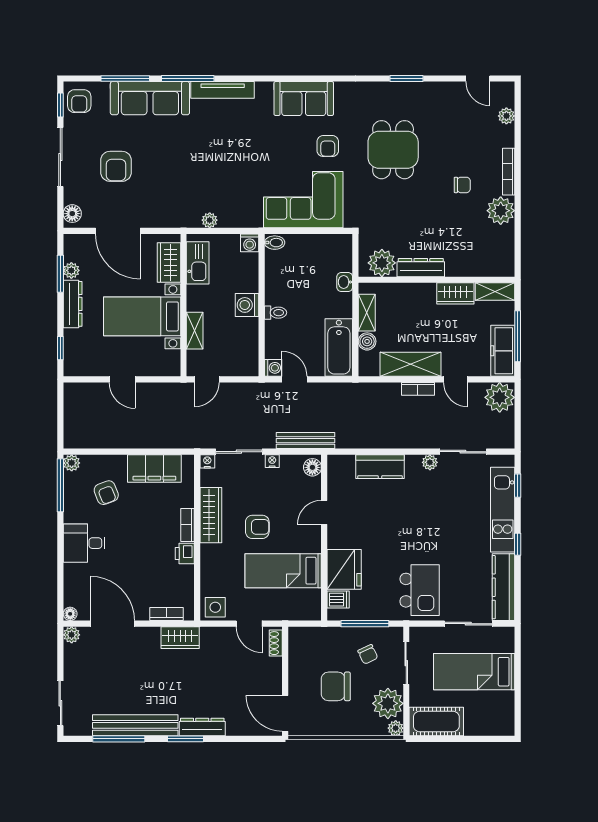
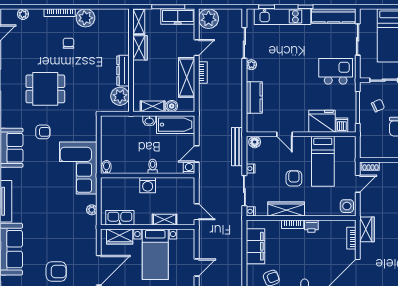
corner sofa: (303, 200) -> (78, 168), moved
washing machine: (250, 243) -> (107, 183), removed
washbasin: (345, 282) -> (149, 121), moved

